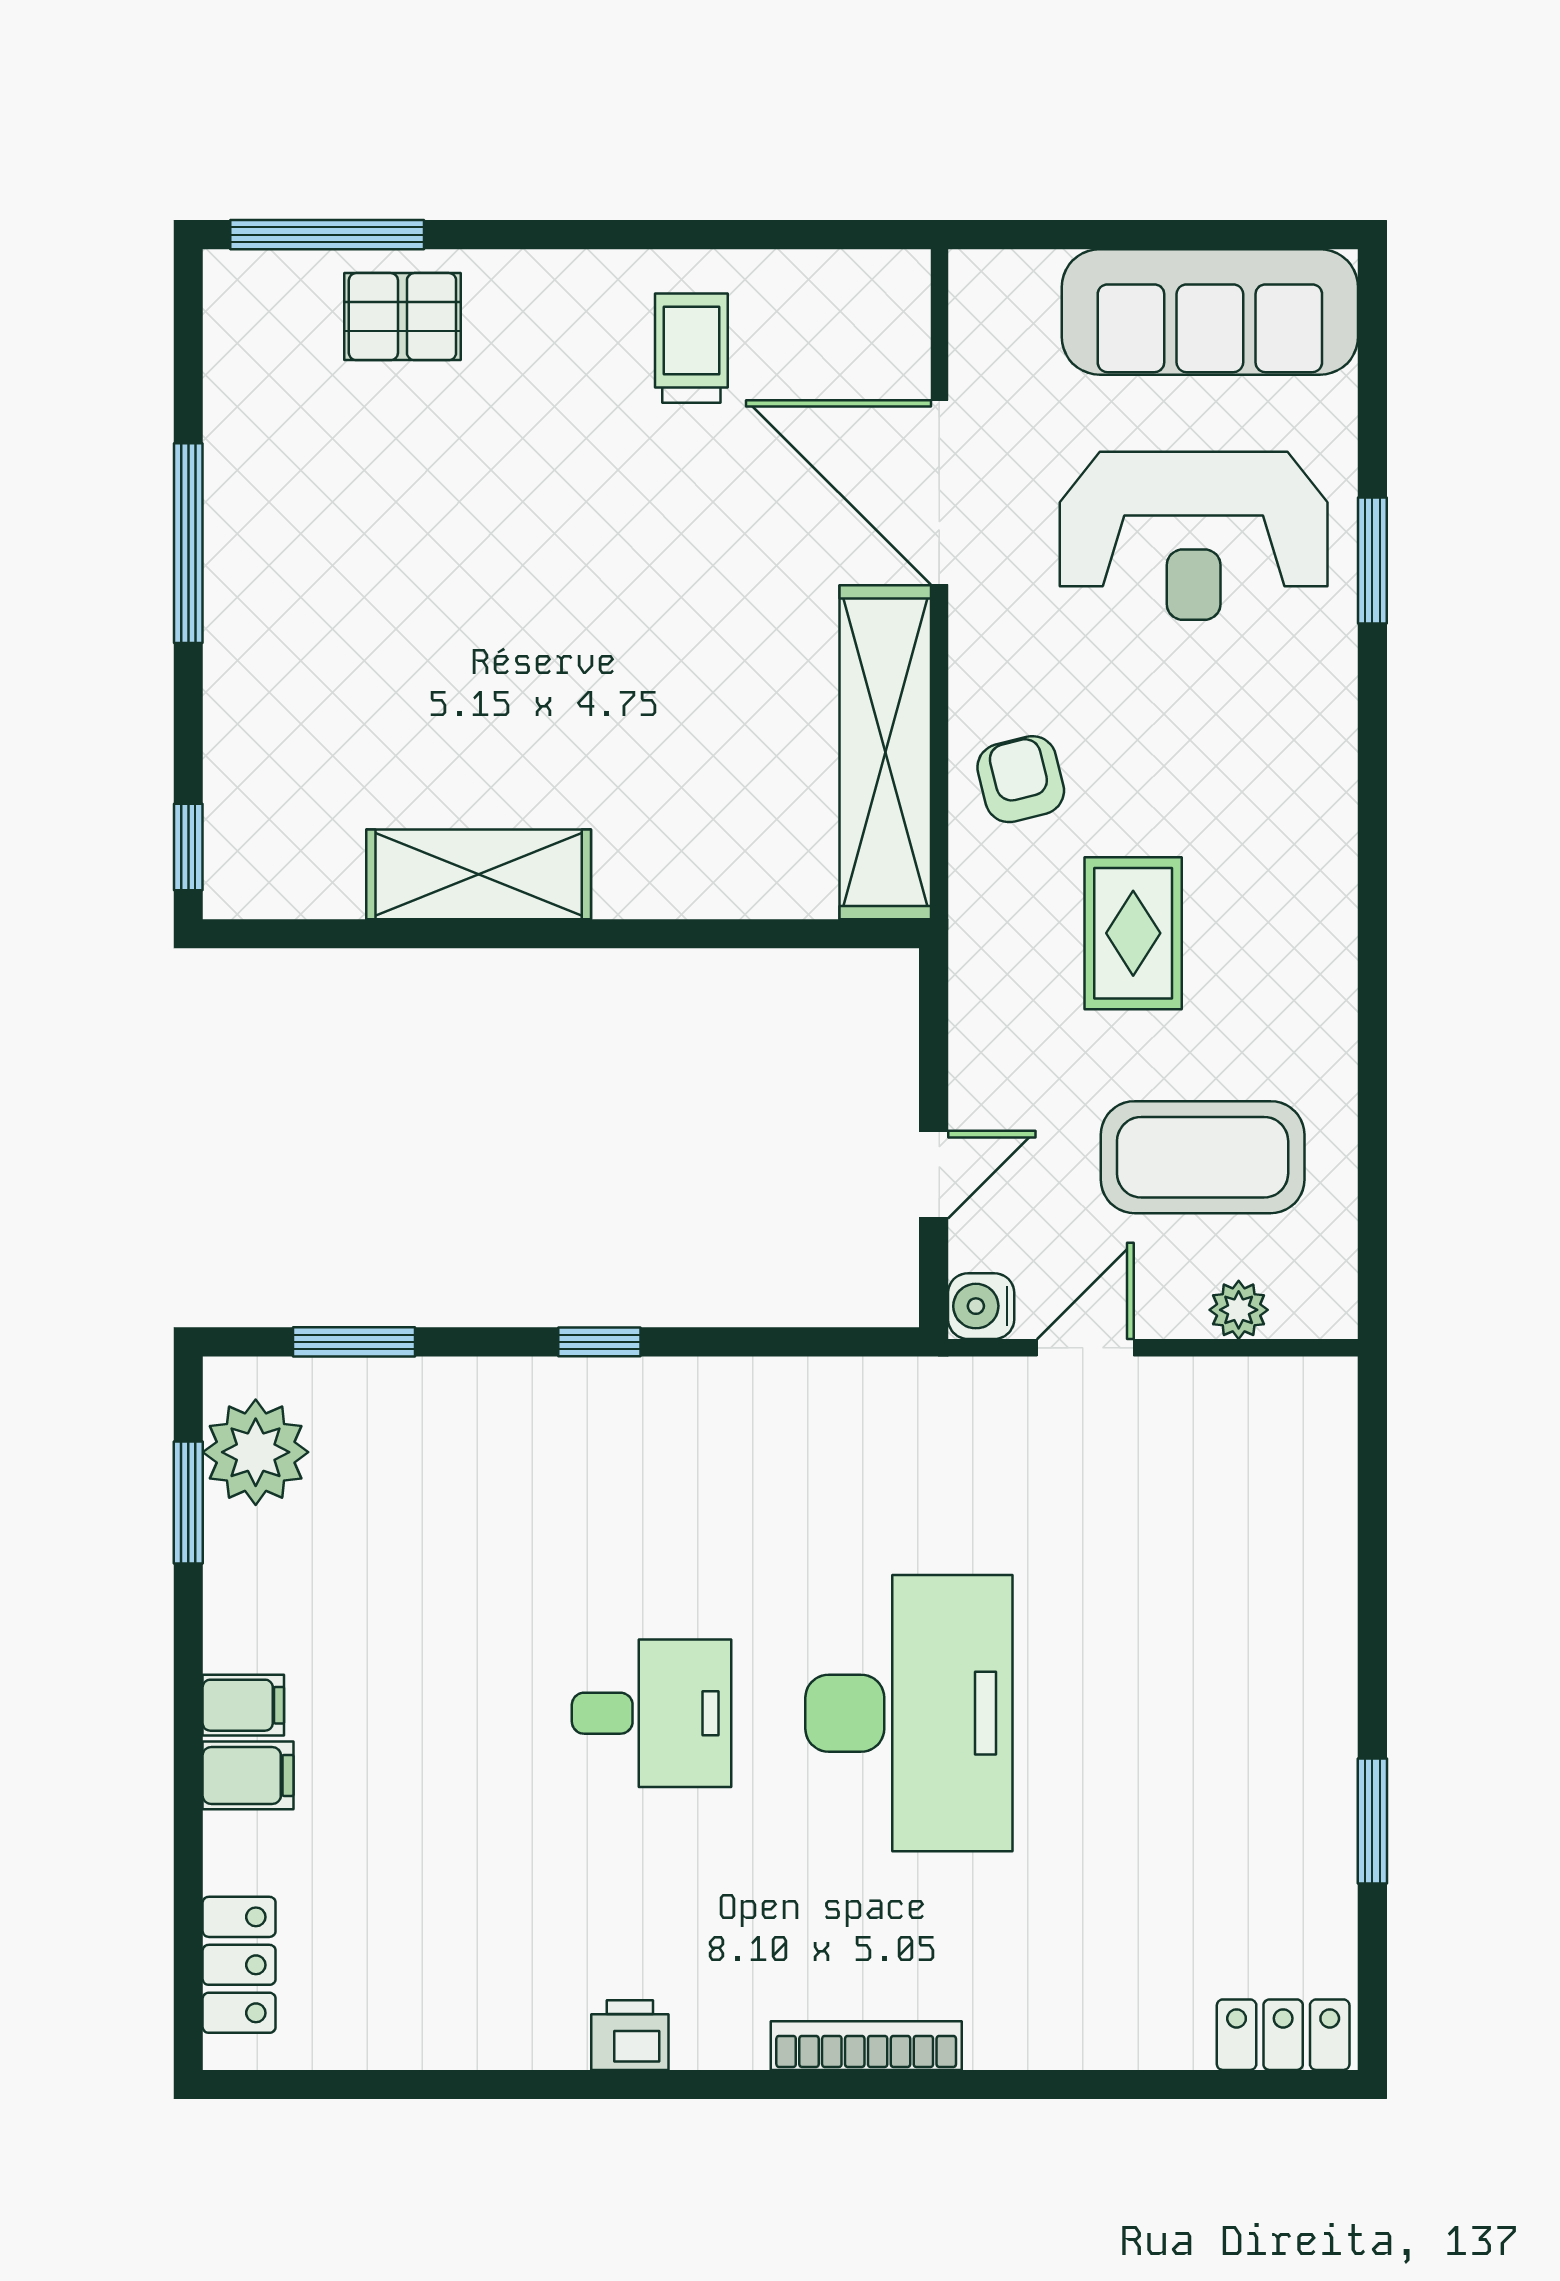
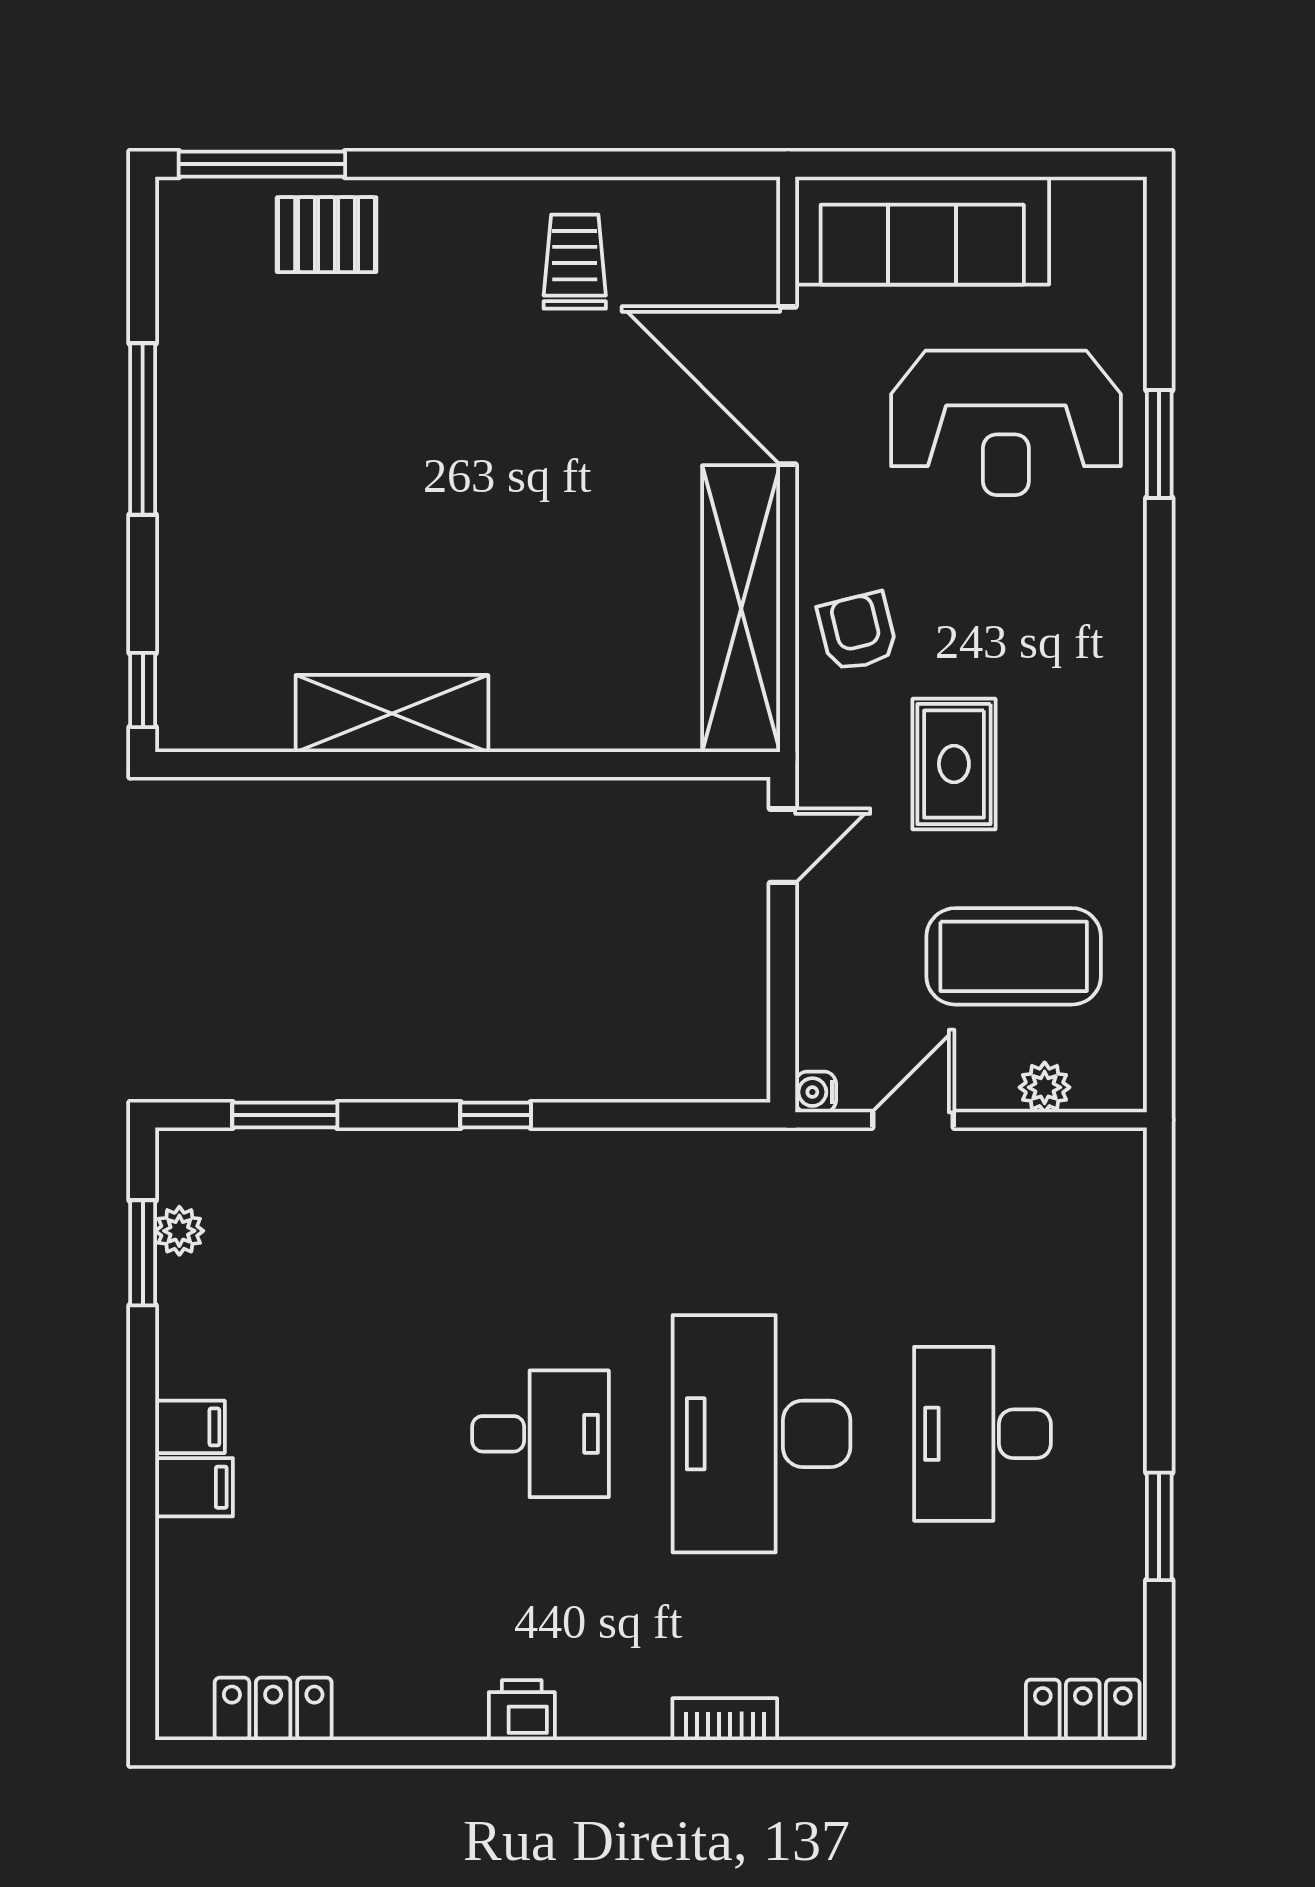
sofa: (1210, 312) -> (922, 231), moved
door: (934, 1175) -> (783, 846), moved
water cooler: (981, 1306) -> (816, 1092), width x0.72, depth x0.72
plant: (256, 1452) -> (179, 1231), width x0.53, depth x0.53
desk: (909, 1713) -> (761, 1434), turned 180
desk: (1166, 1713) -> (982, 1434), added
locker: (239, 1965) -> (273, 1709), moved, turned -90
bookcase: (866, 2046) -> (725, 1719), width x0.64

